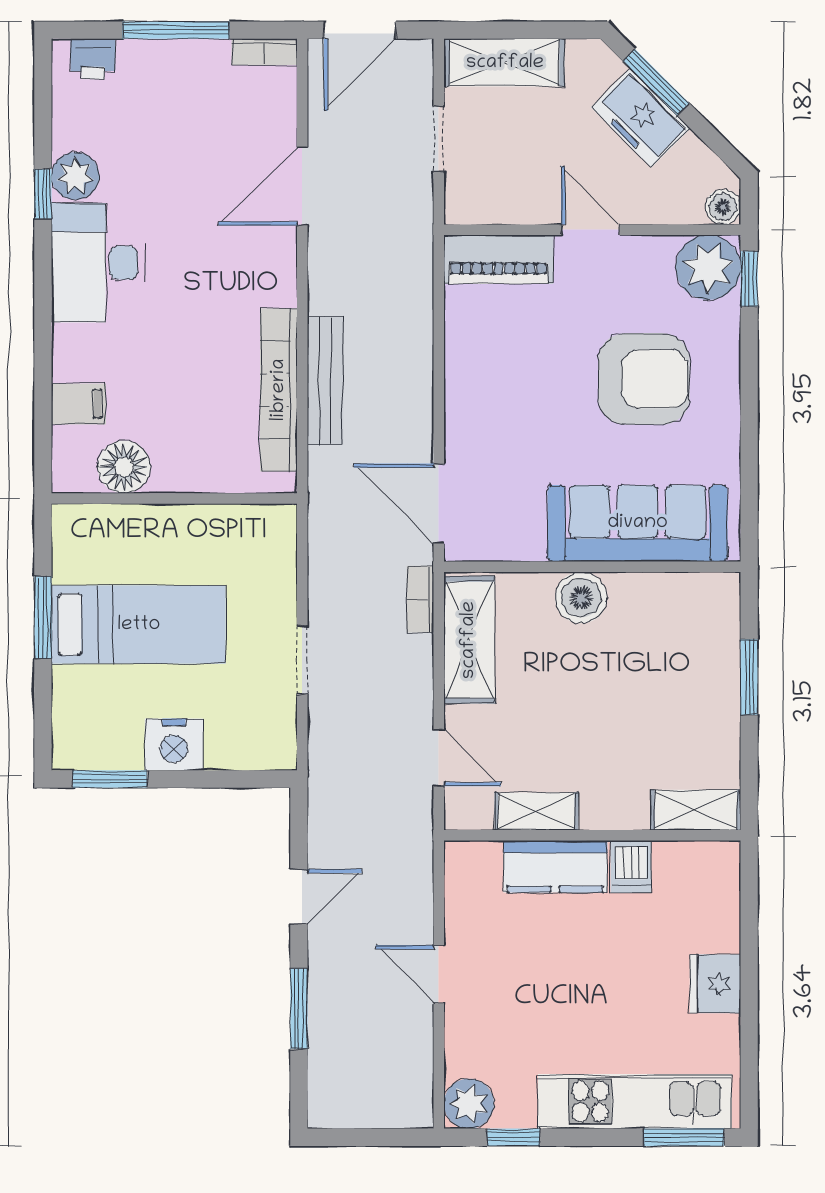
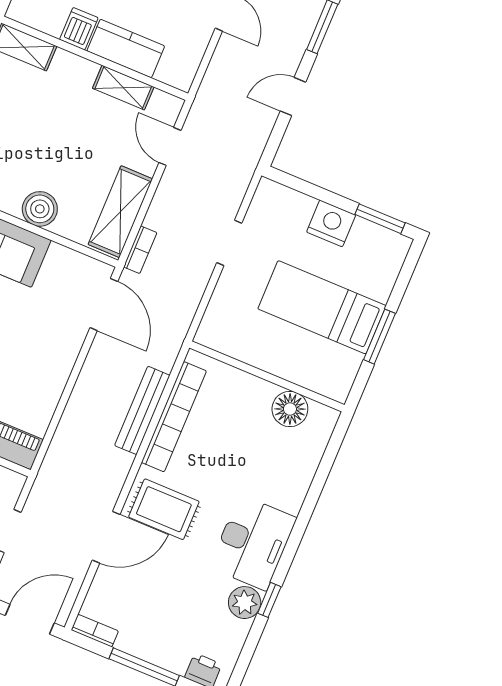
rug: (239, 258) -> (164, 509), added
filing cabinet: (79, 404) -> (302, 460), removed

